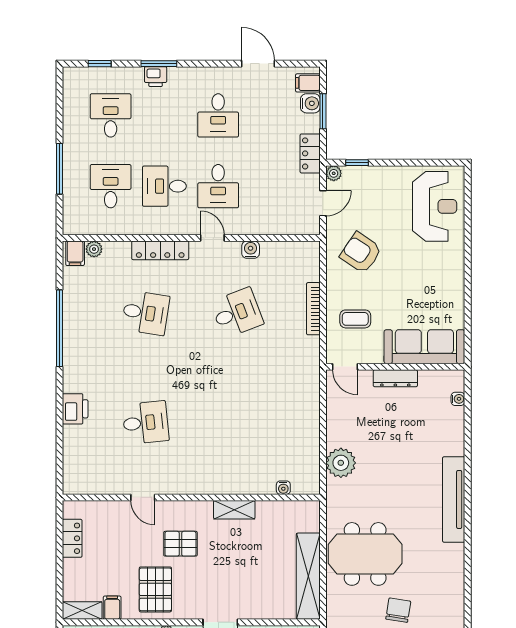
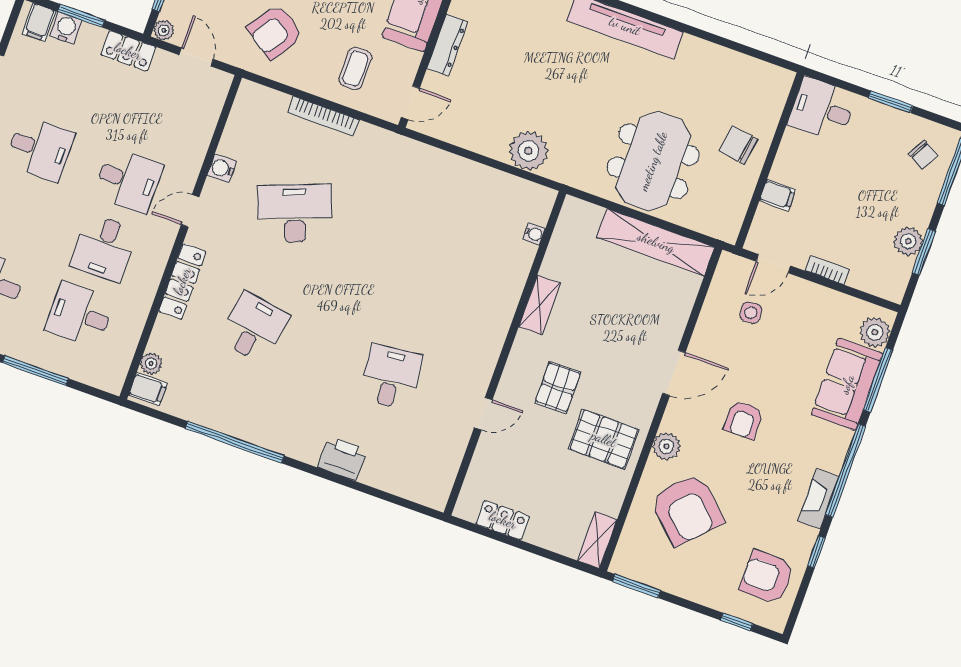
desk: (237, 313) -> (295, 214), width x1.37
filing cabinet: (112, 608) -> (607, 501), removed

